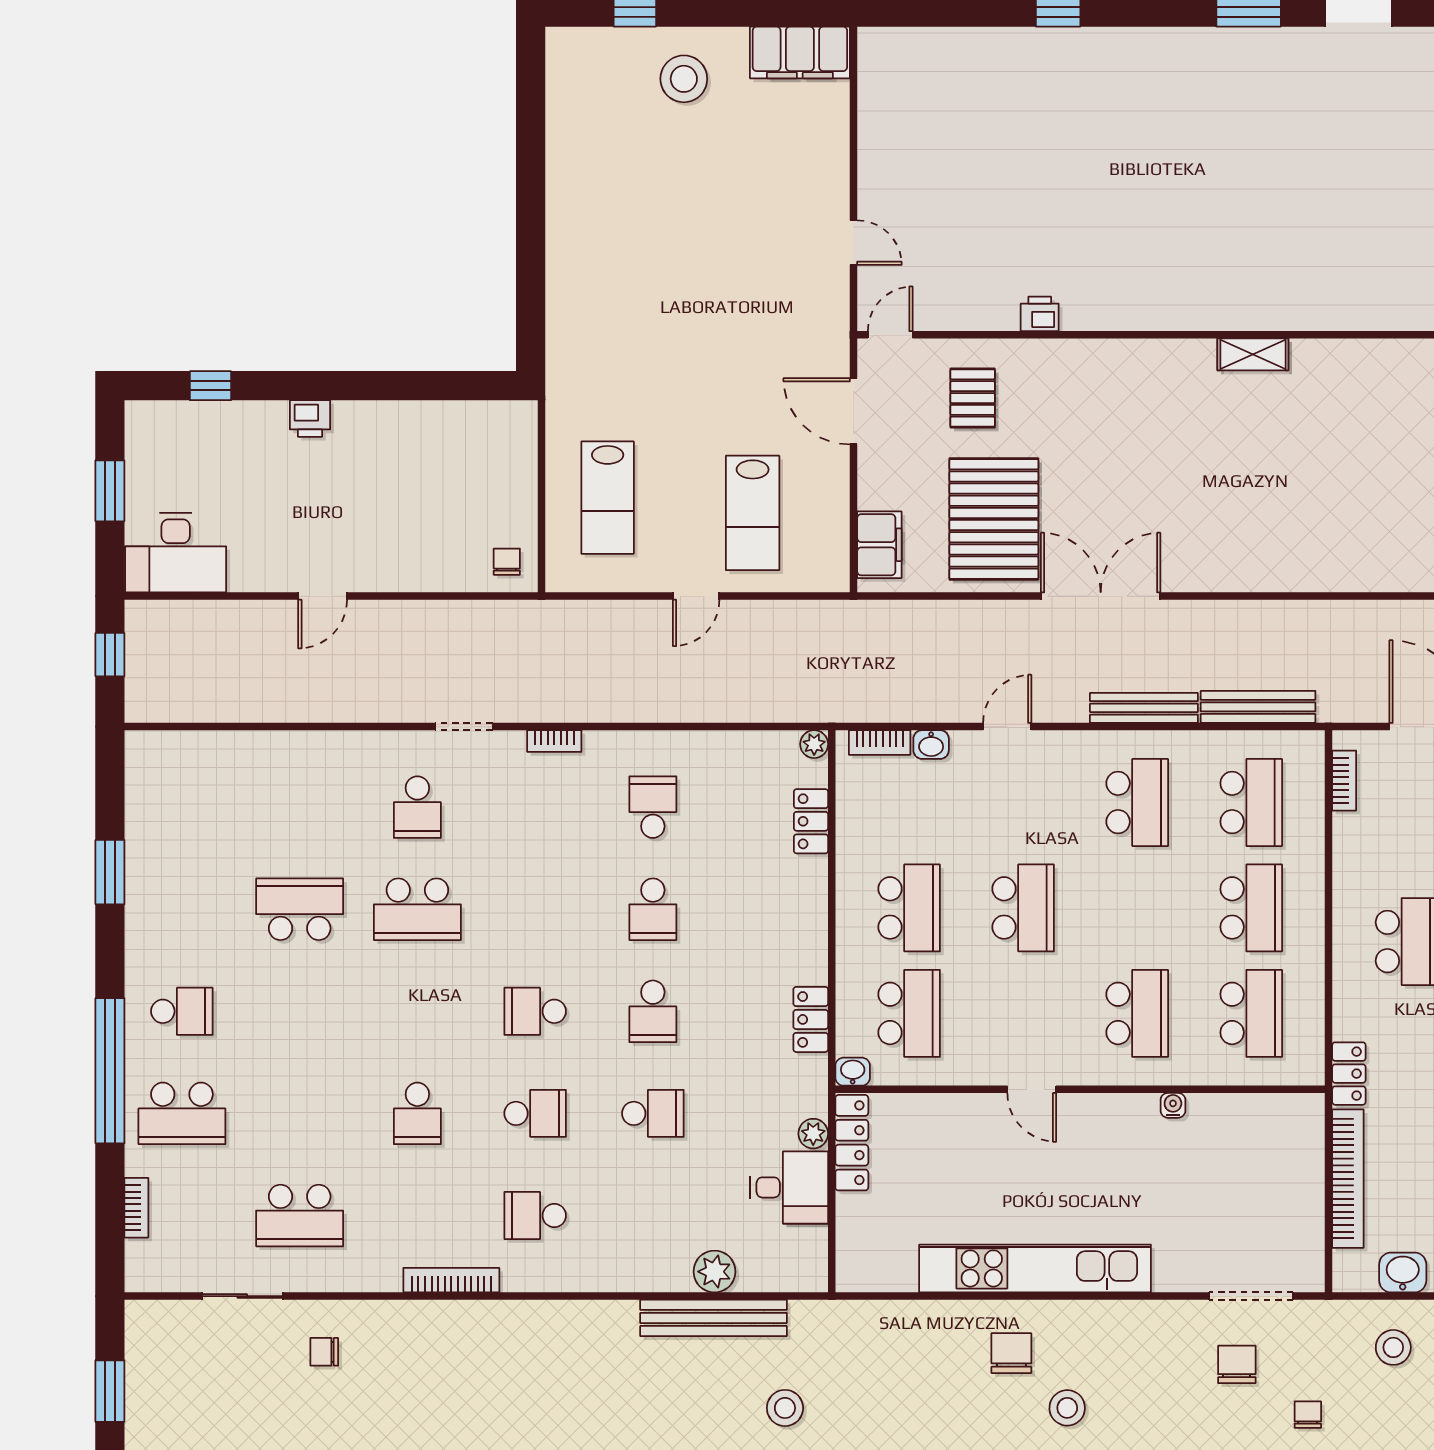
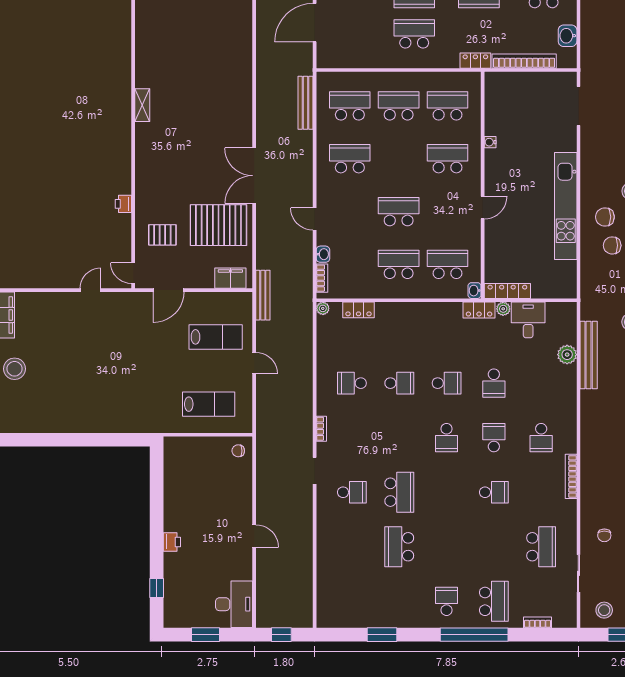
bench: (1144, 708) -> (263, 295), moved
bookcase: (1344, 781) -> (340, 63), removed
locker: (811, 1019) -> (479, 310), moved
school desk: (653, 1113) -> (494, 383), turned 180
stool: (1393, 1347) -> (604, 610), moved
chair: (1237, 1364) -> (612, 245), moved

